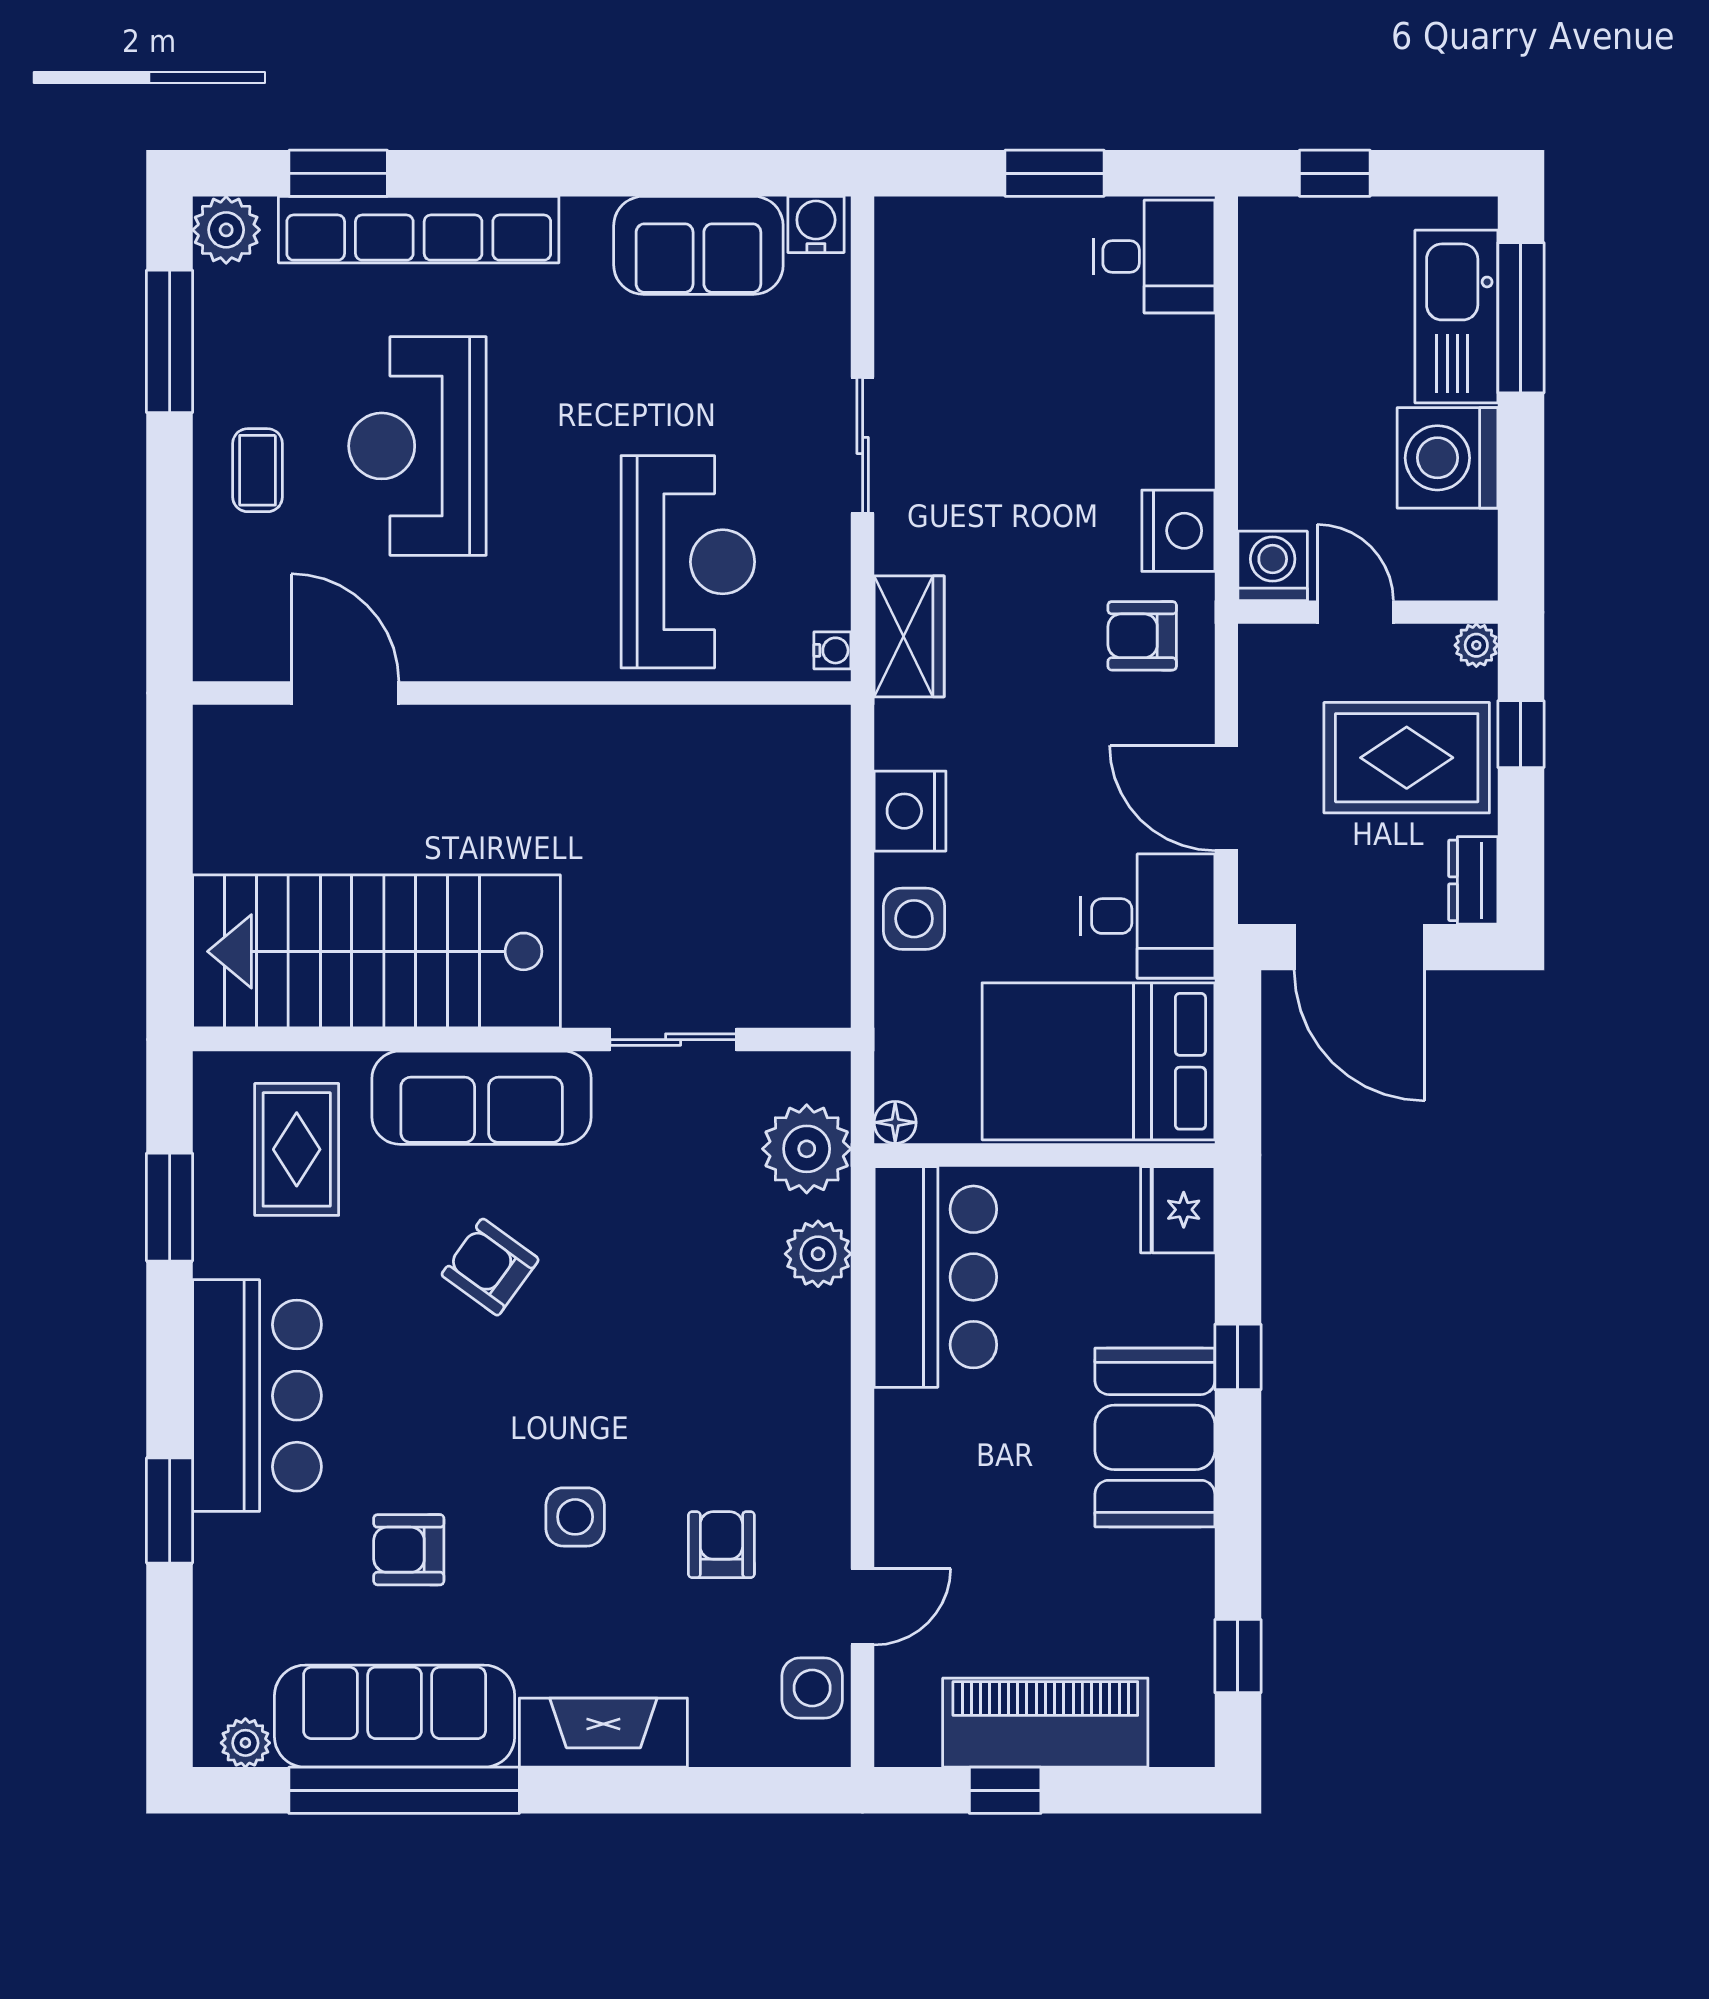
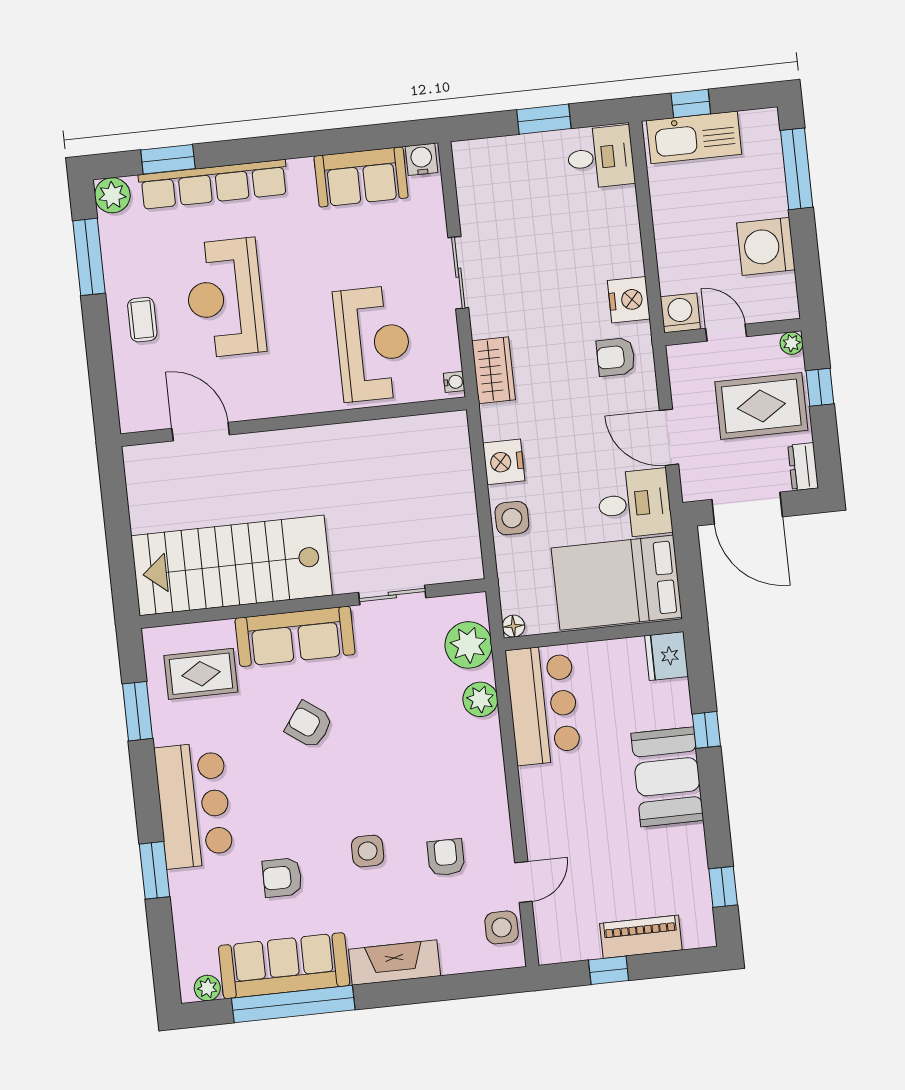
kitchen sink: (1456, 317) -> (694, 137), moved, turned -90
rug: (297, 1149) -> (201, 674), turned 90
piano: (1045, 1723) -> (641, 937), width x0.73, depth x0.75

